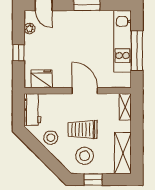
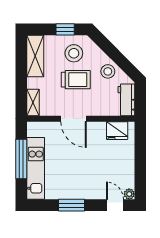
plant: (29, 29) -> (129, 194), moved
window: (18, 53) -> (140, 157), removed

